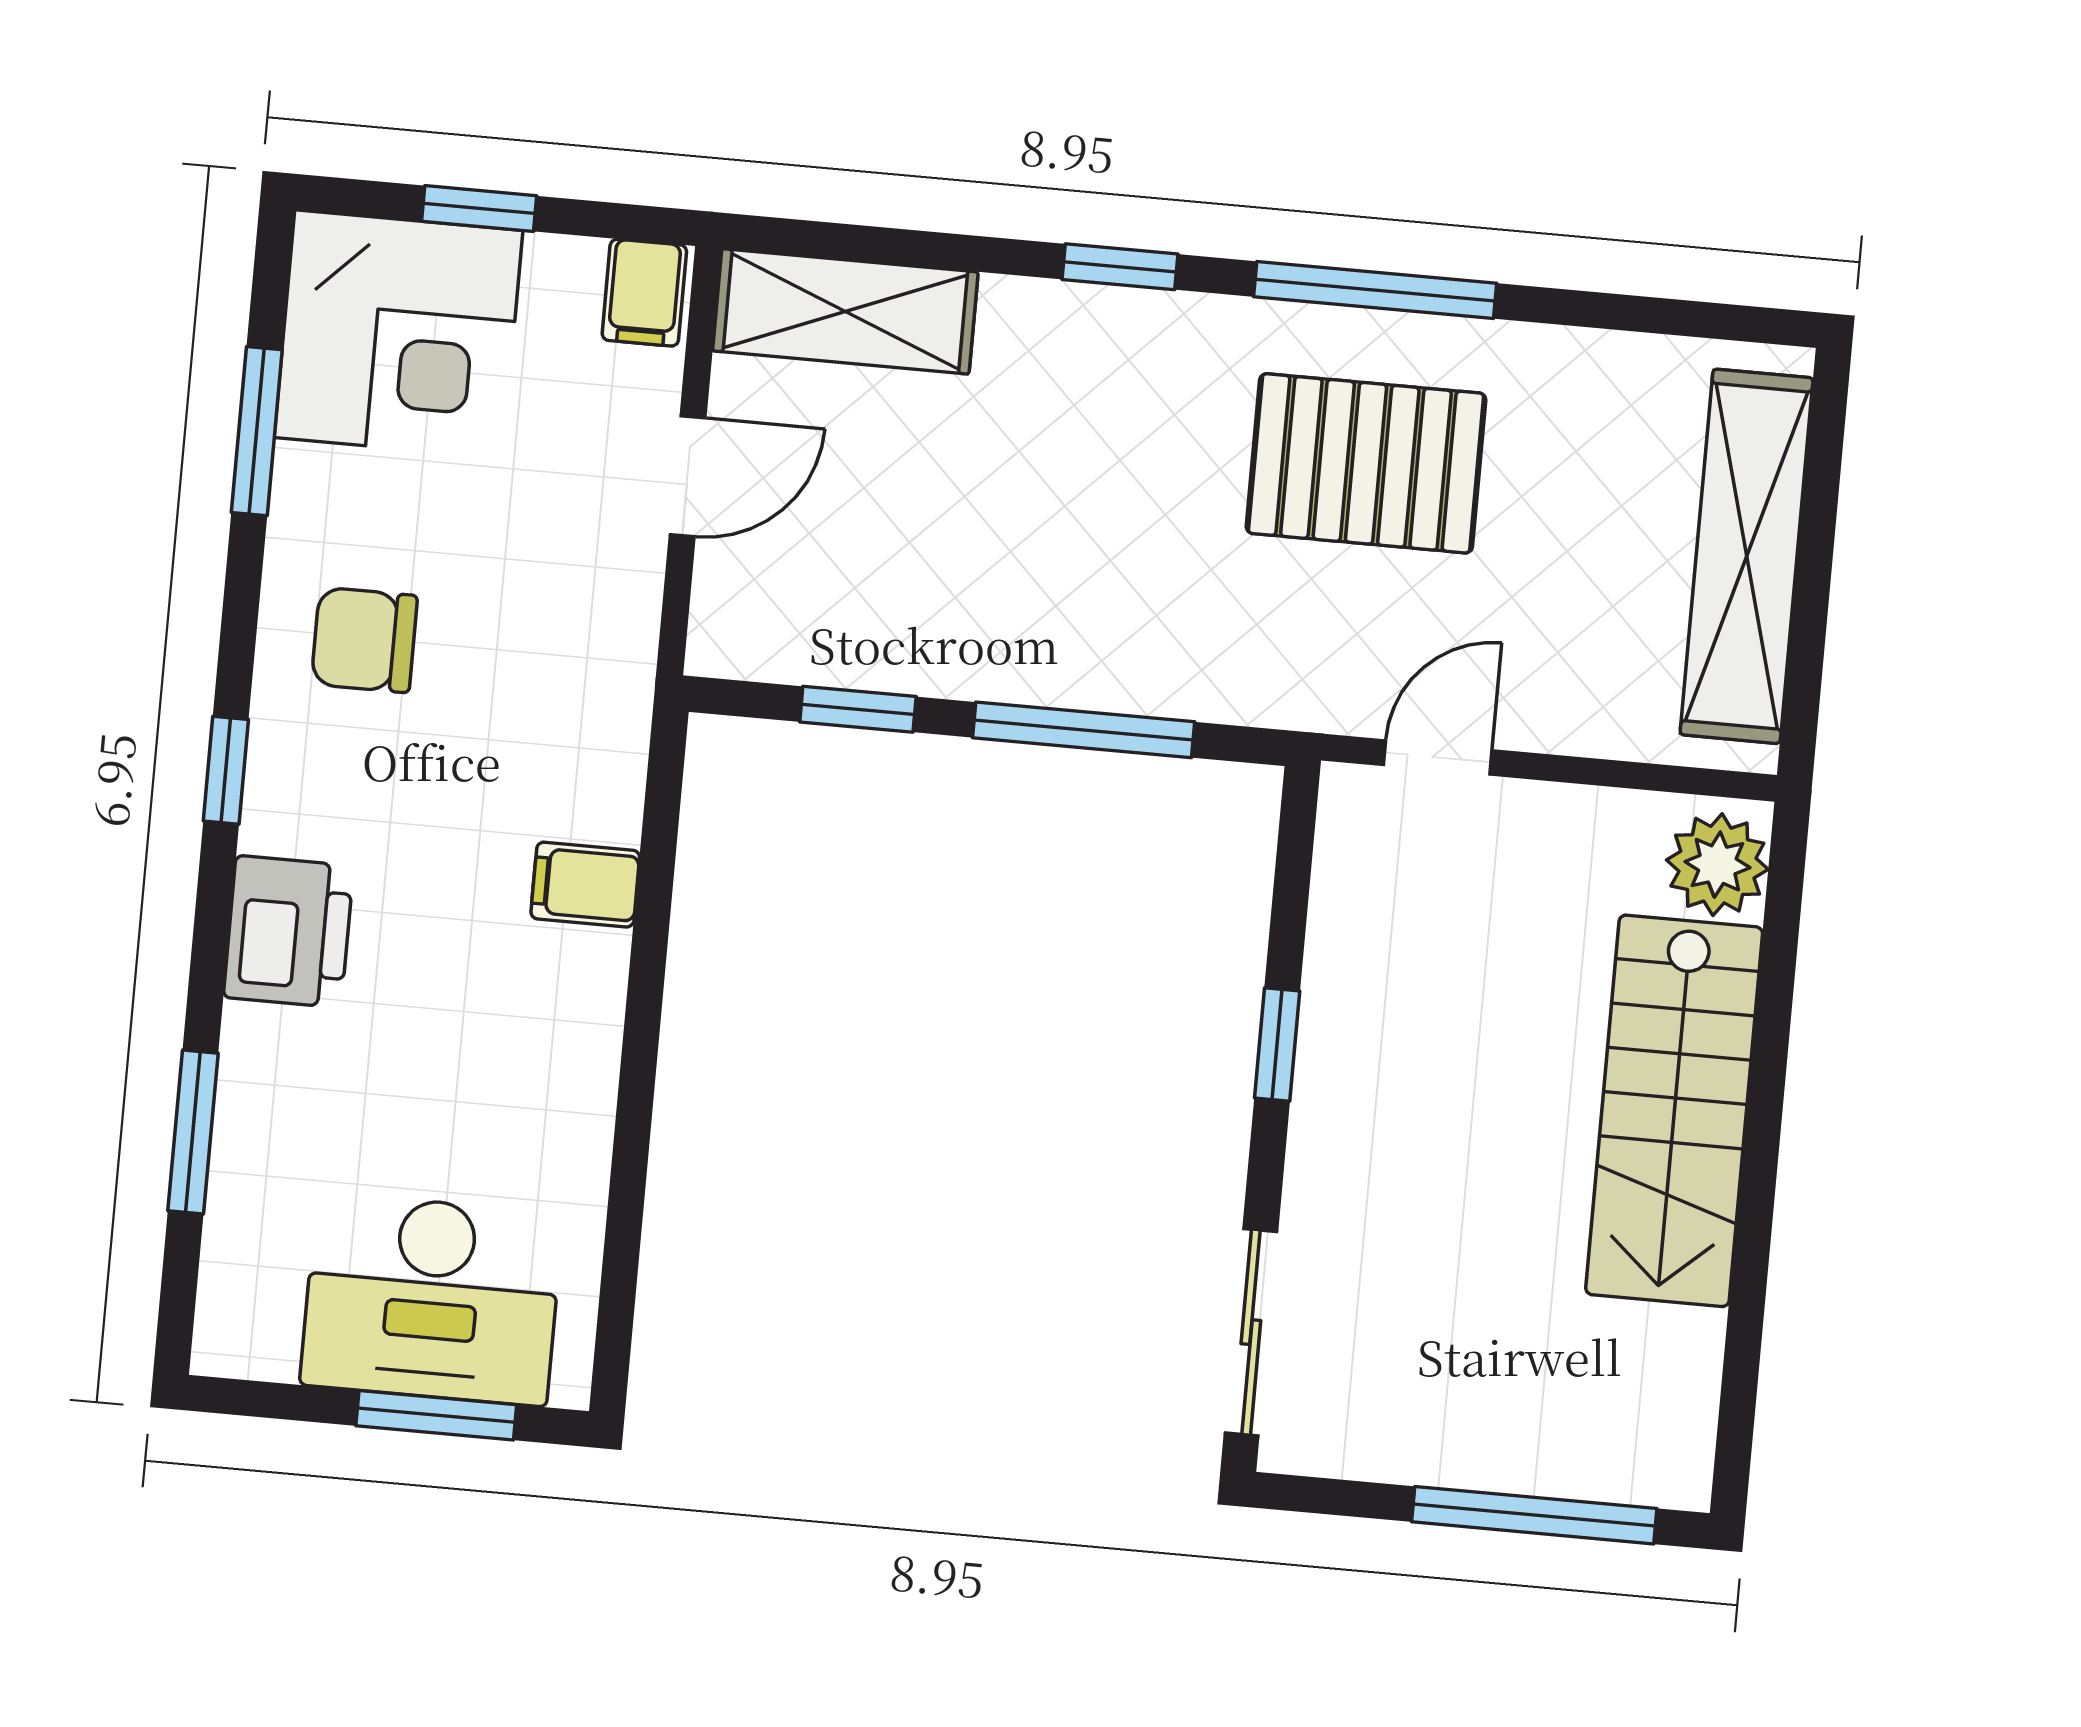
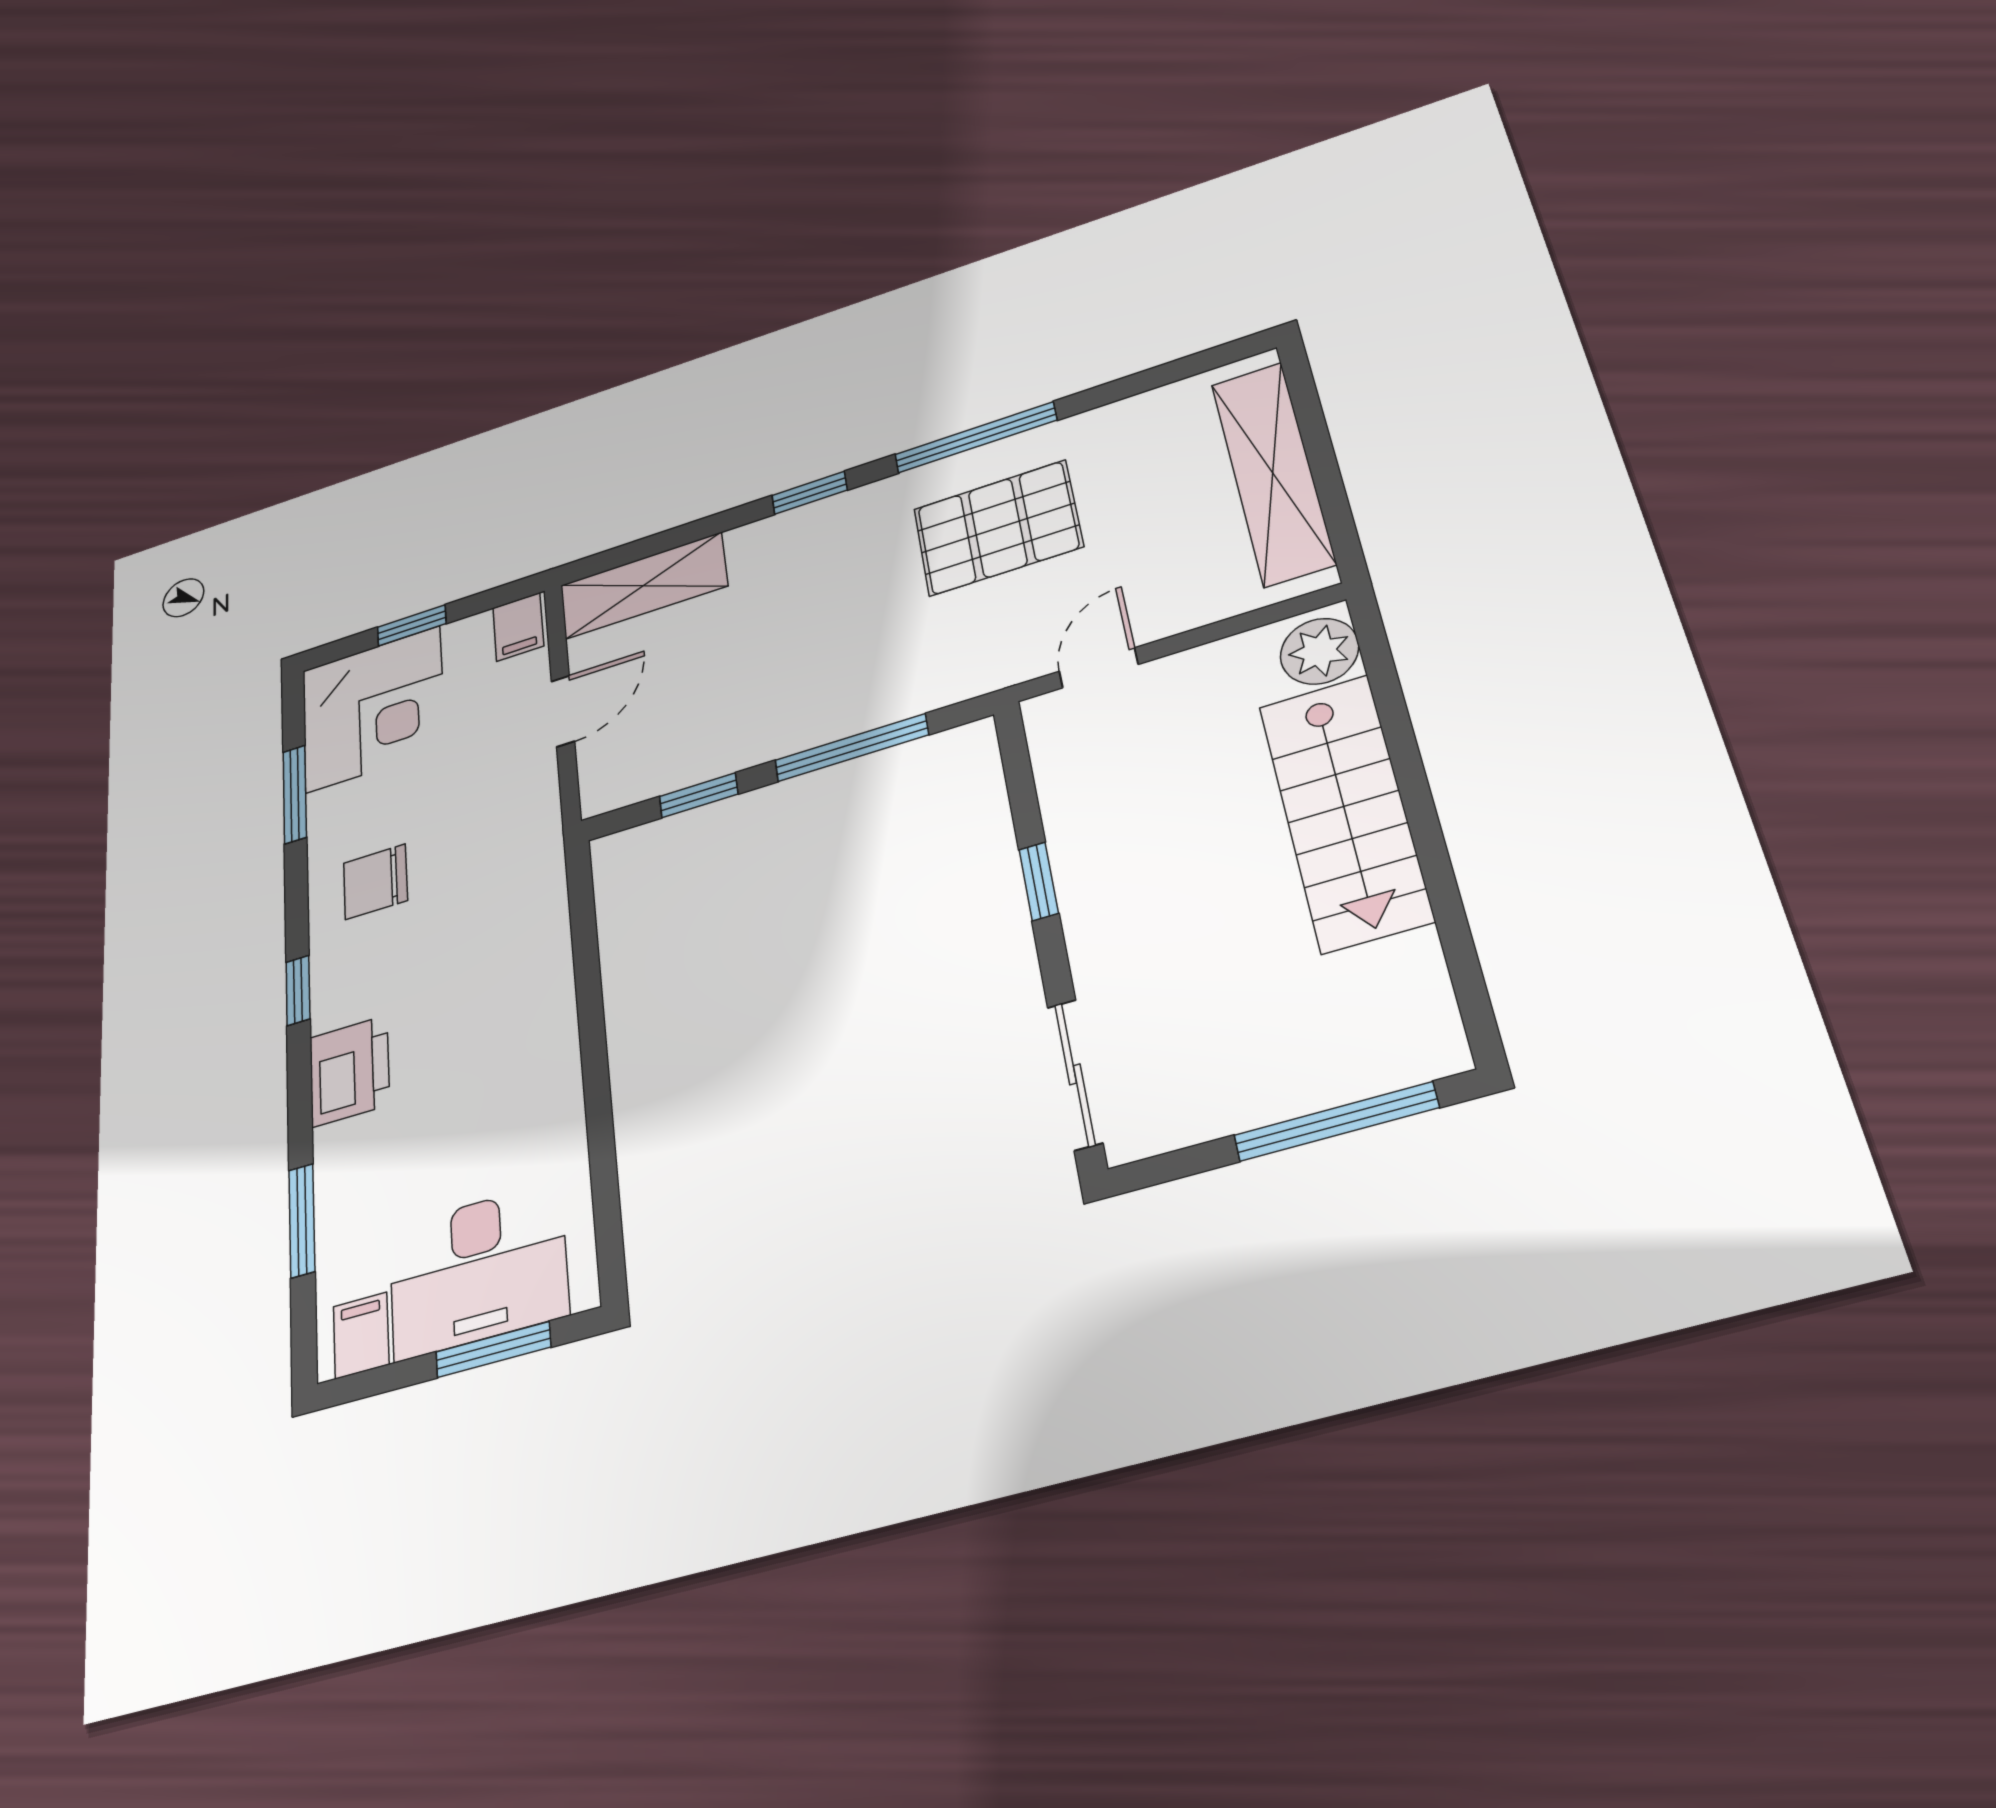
filing cabinet: (585, 885) -> (361, 1335), moved, turned 90

